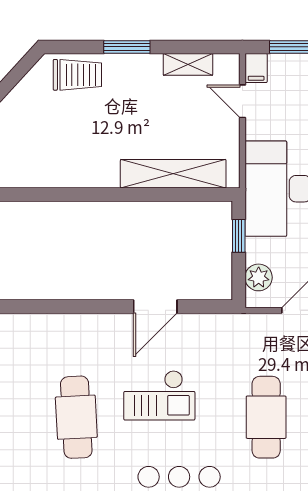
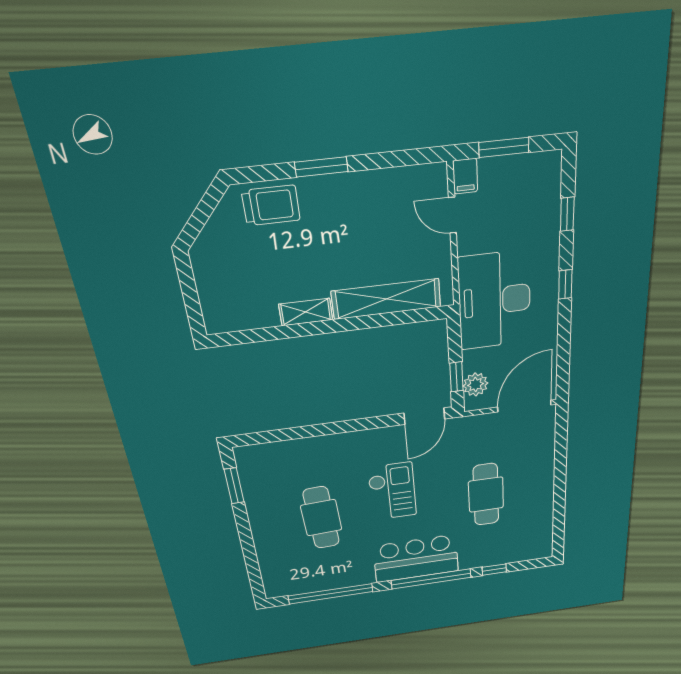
shelving: (188, 64) -> (306, 312), moved
window: (239, 236) -> (456, 377), moved
door: (155, 306) -> (424, 416), moved
checkout: (159, 395) -> (392, 491), turned -90

